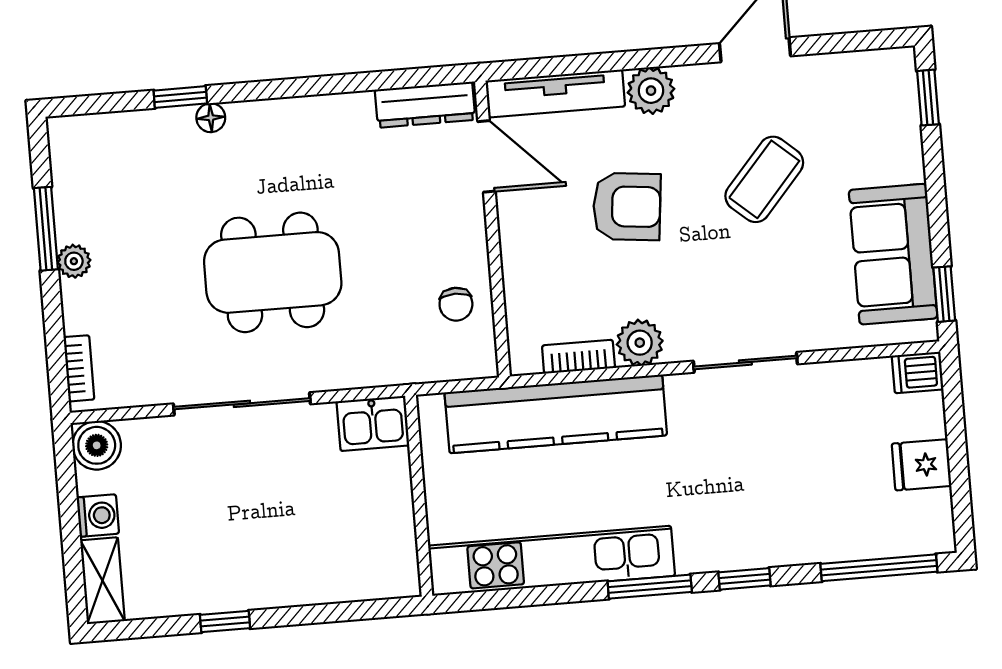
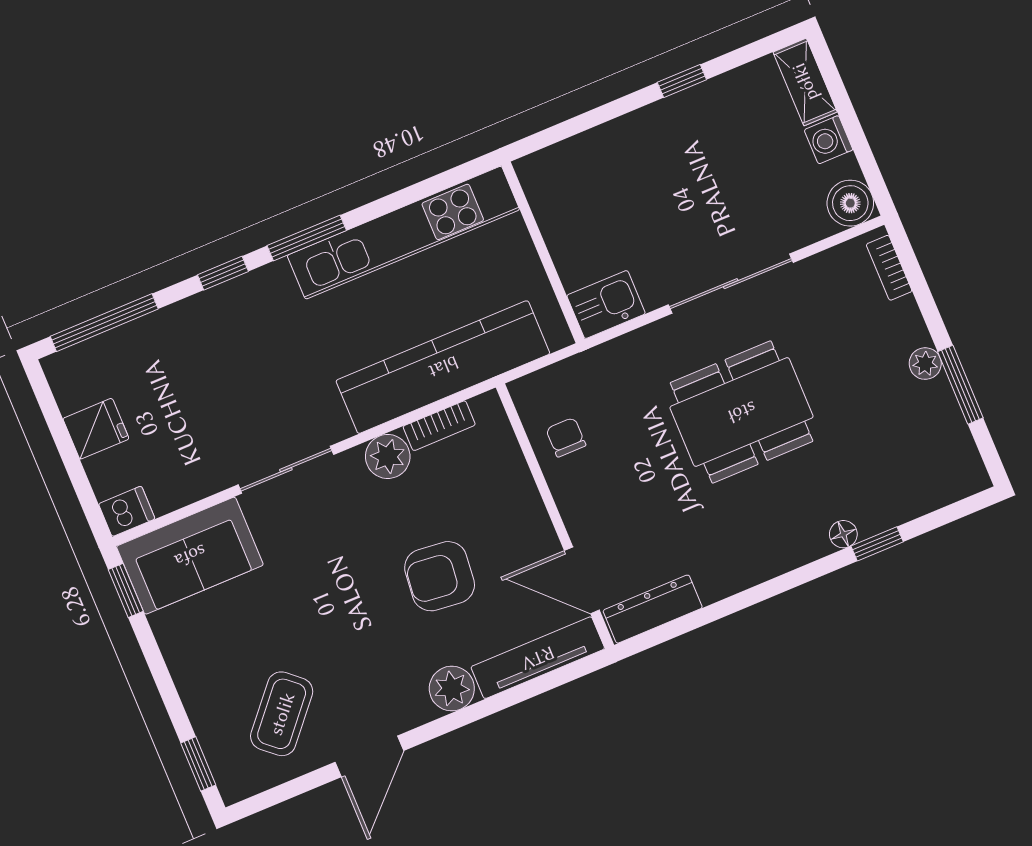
coffee table: (764, 179) -> (282, 714), moved
sofa: (893, 254) -> (190, 556), moved, turned 90

